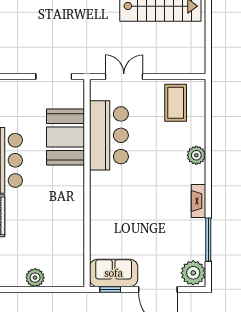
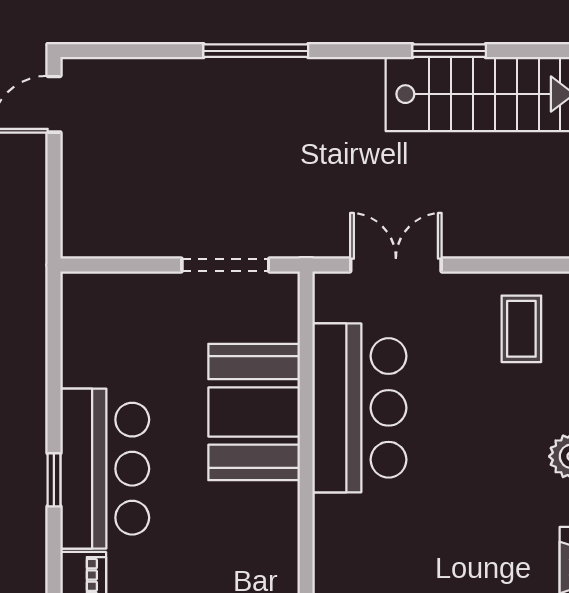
coffee table: (176, 103) -> (521, 329), width x0.73, depth x0.77

